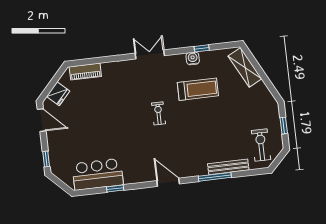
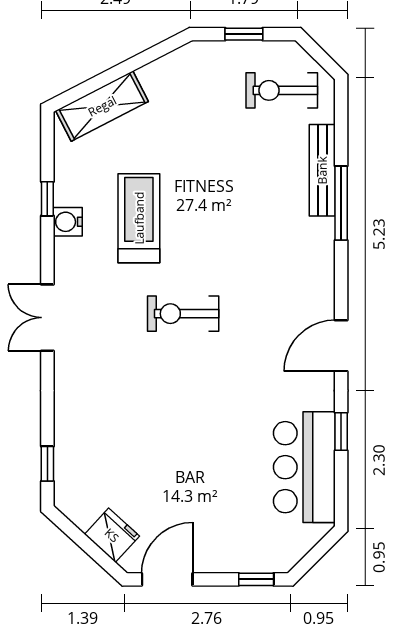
window: (86, 62) -> (47, 464), added
piano: (85, 72) -> (69, 468), removed
exercise bike: (158, 113) -> (183, 314), width x1.38, depth x1.39
door: (168, 182) -> (341, 346), moved

